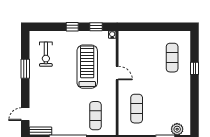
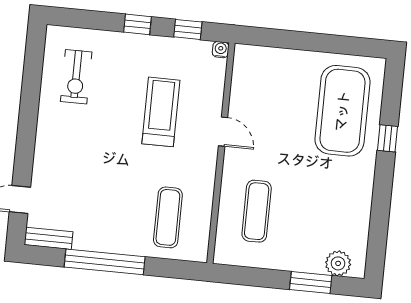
exercise mat: (172, 58) -> (342, 111), width x2.00, depth x1.45
treadmill: (87, 67) -> (161, 112), width x0.73, depth x0.73
window: (25, 69) -> (29, 103), removed

